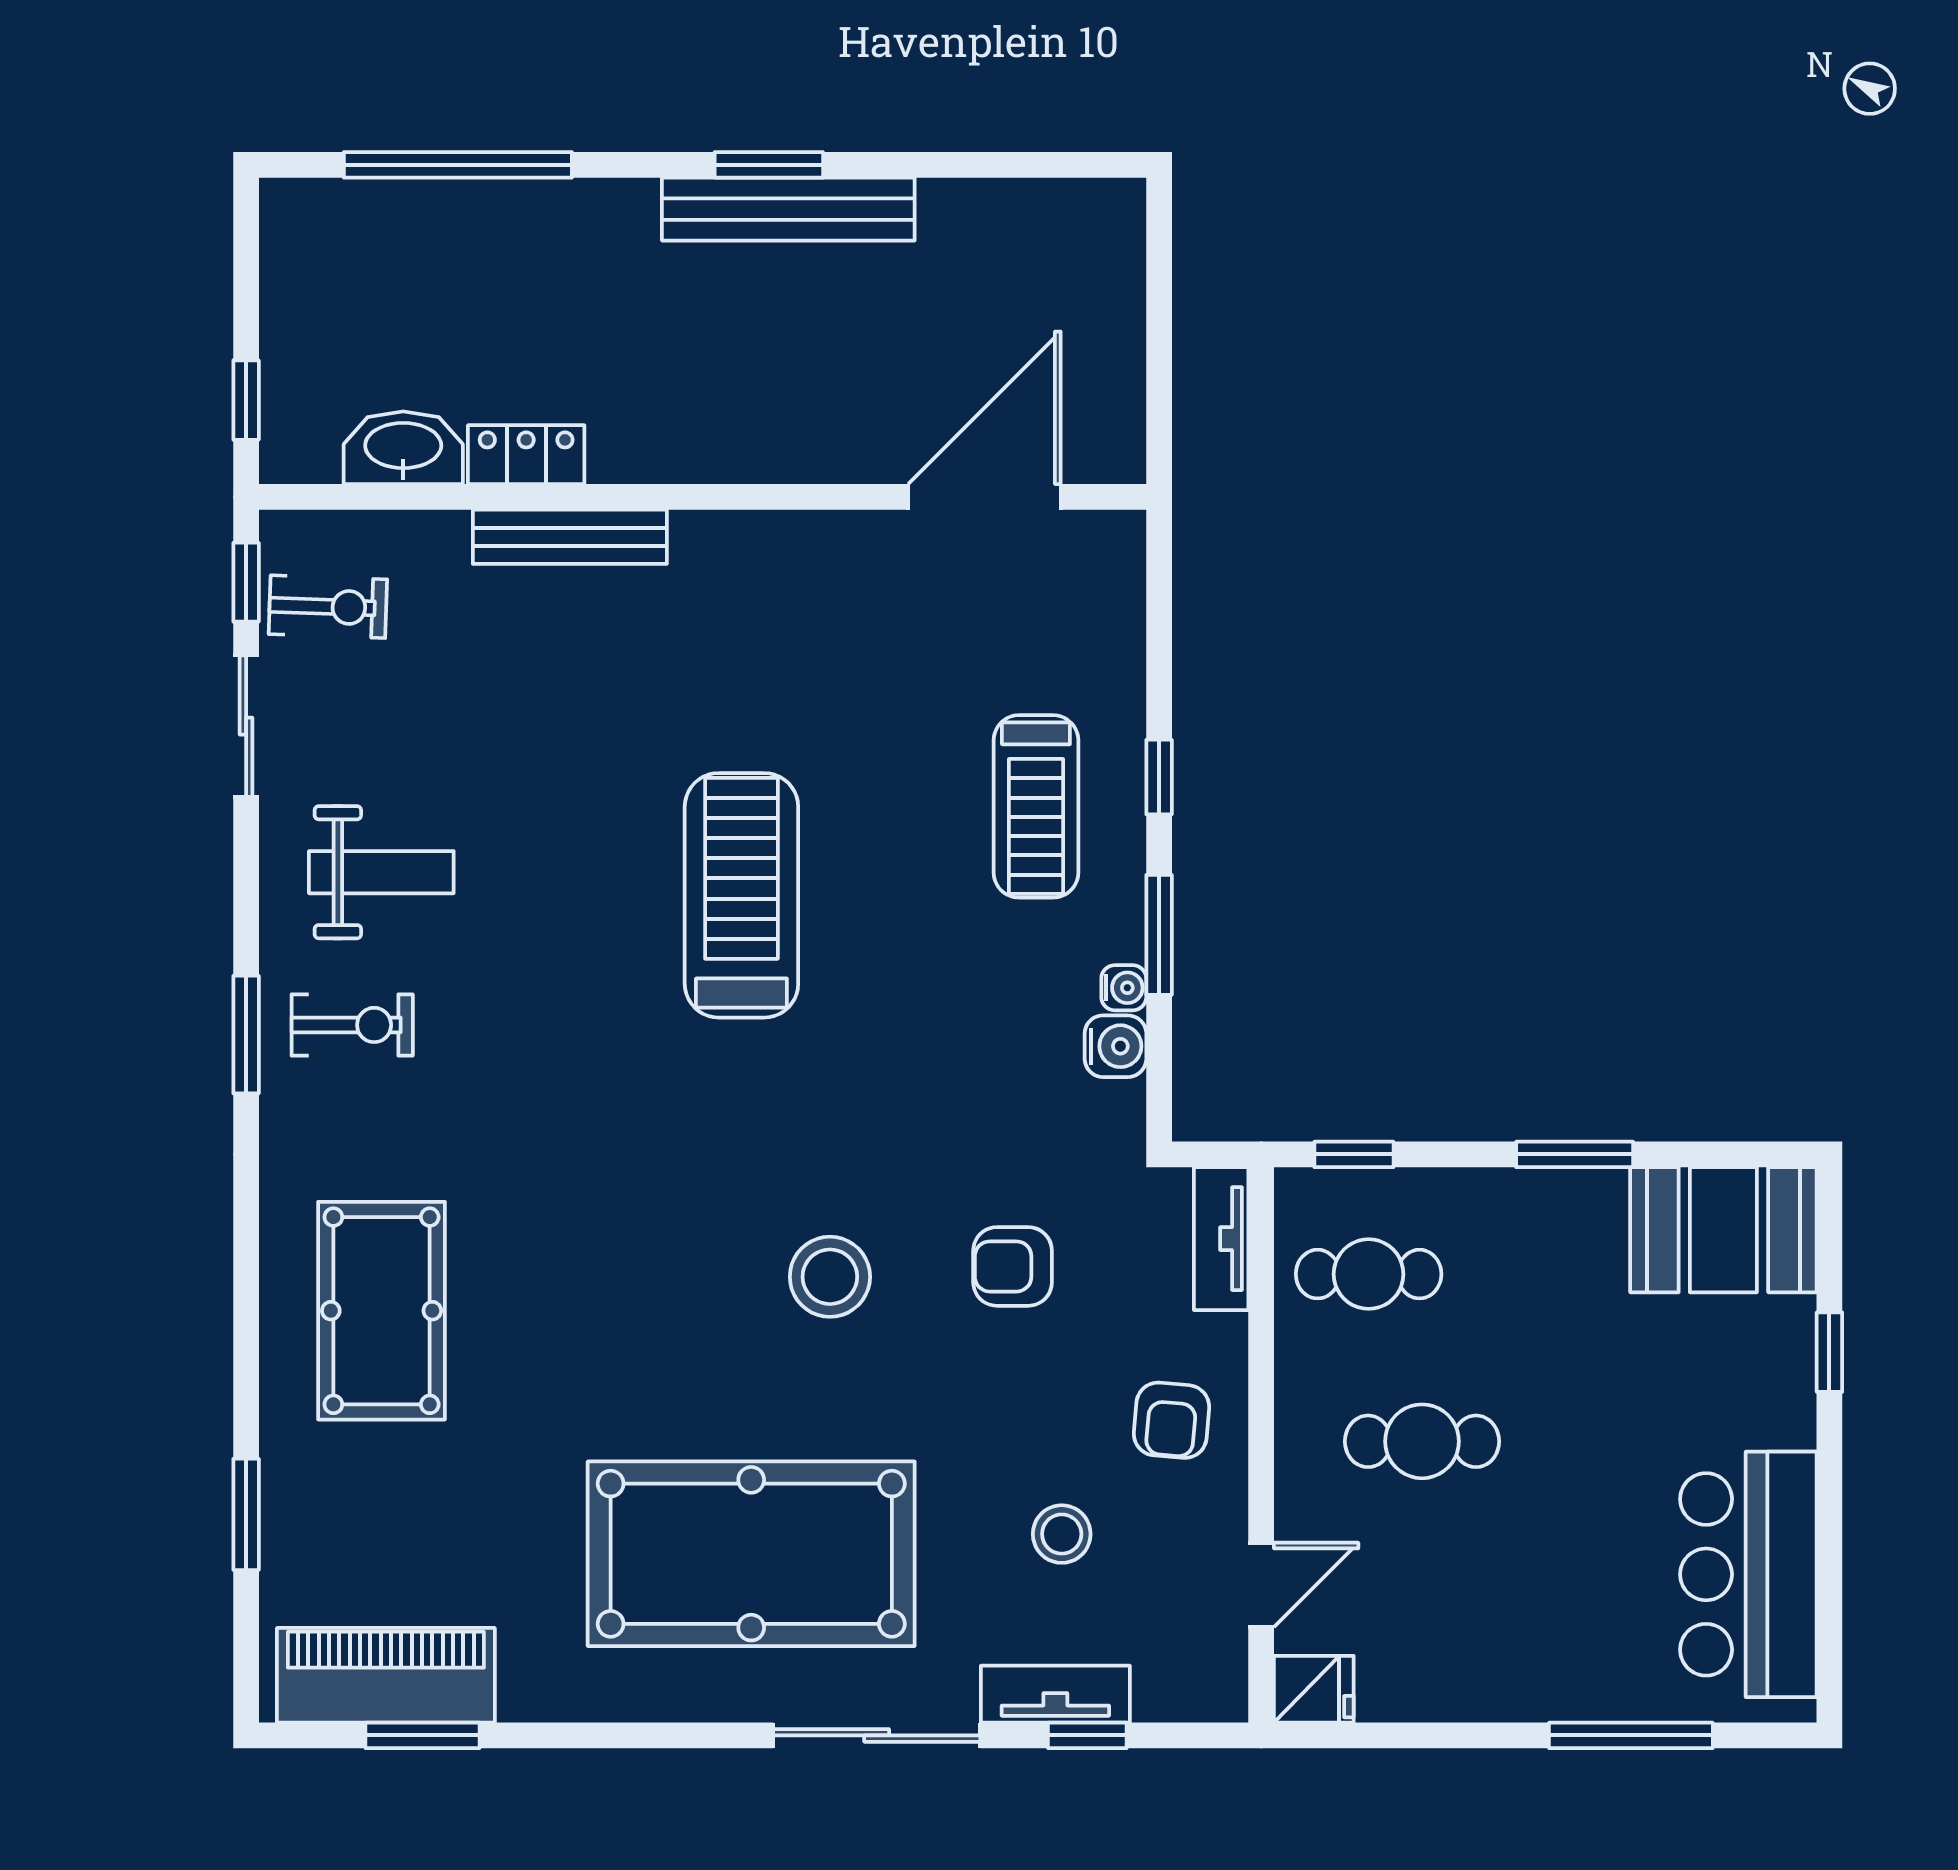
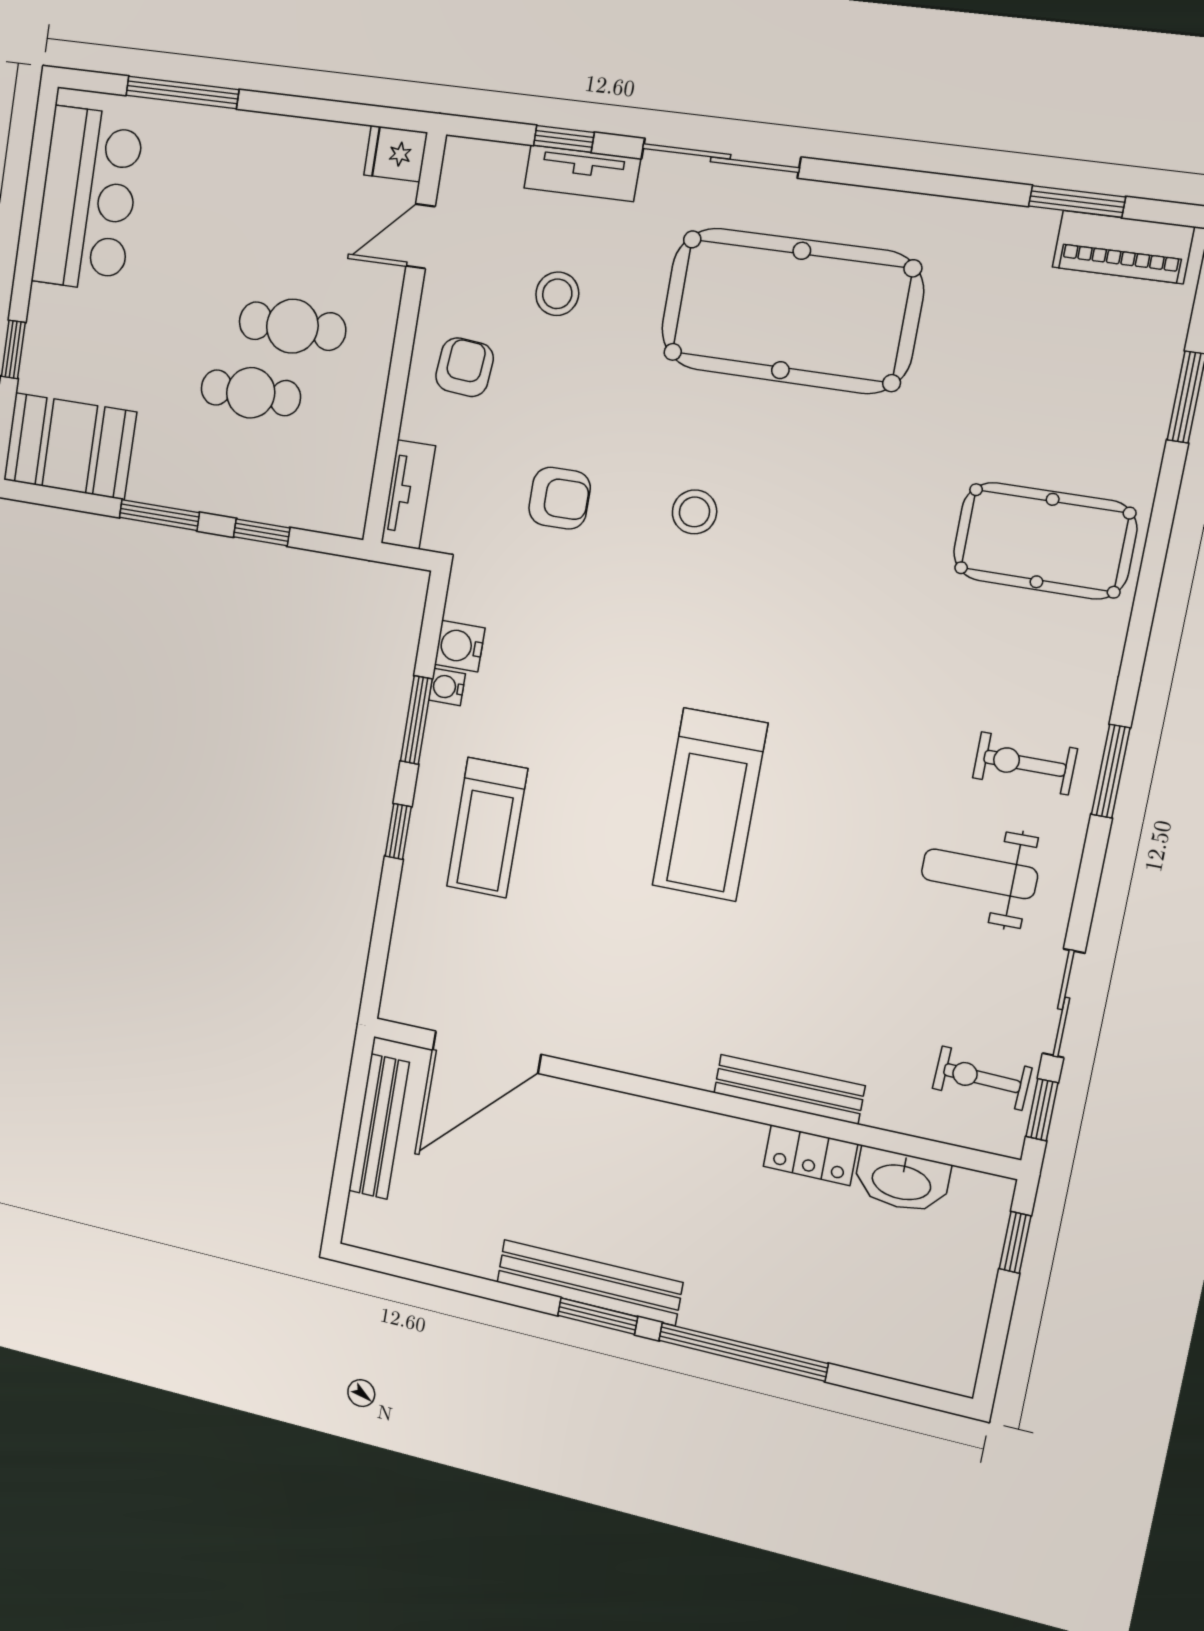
window: (458, 165) -> (743, 1352), moved
bench: (1118, 358) -> (379, 1127), added
treadmill: (1036, 806) -> (487, 828), turned 180
window: (1354, 1154) -> (262, 532), moved
cafe table: (1369, 1274) -> (251, 393), moved
stool: (830, 1277) -> (694, 512), width x0.73, depth x0.73
pool table: (382, 1311) -> (1045, 541), turned 90
piano: (386, 1675) -> (1123, 247), width x0.73, depth x0.75

